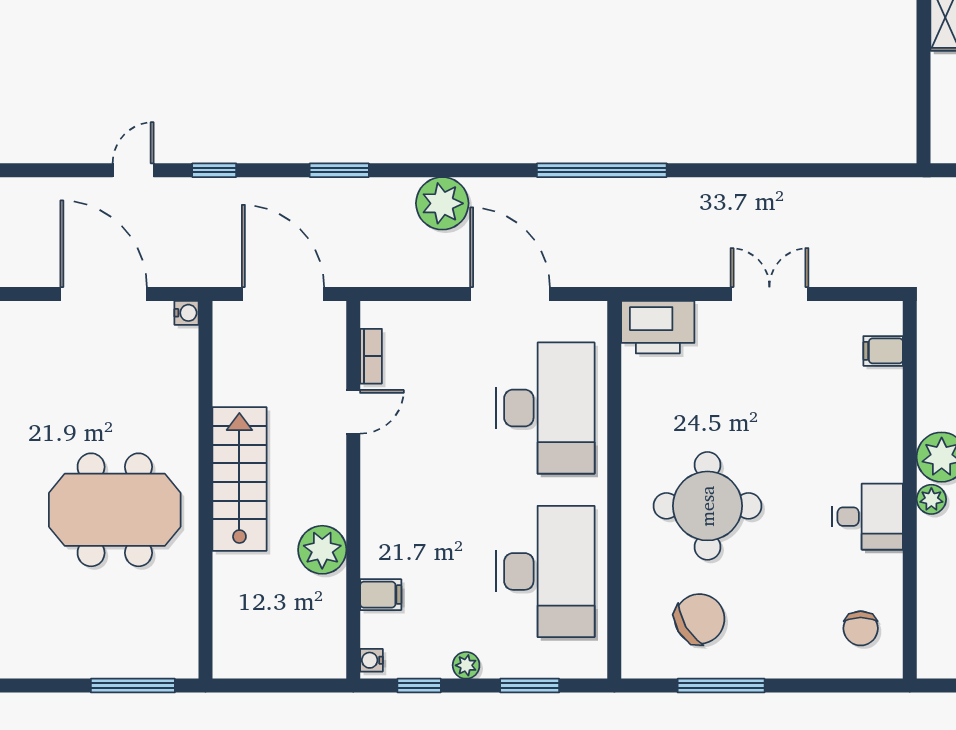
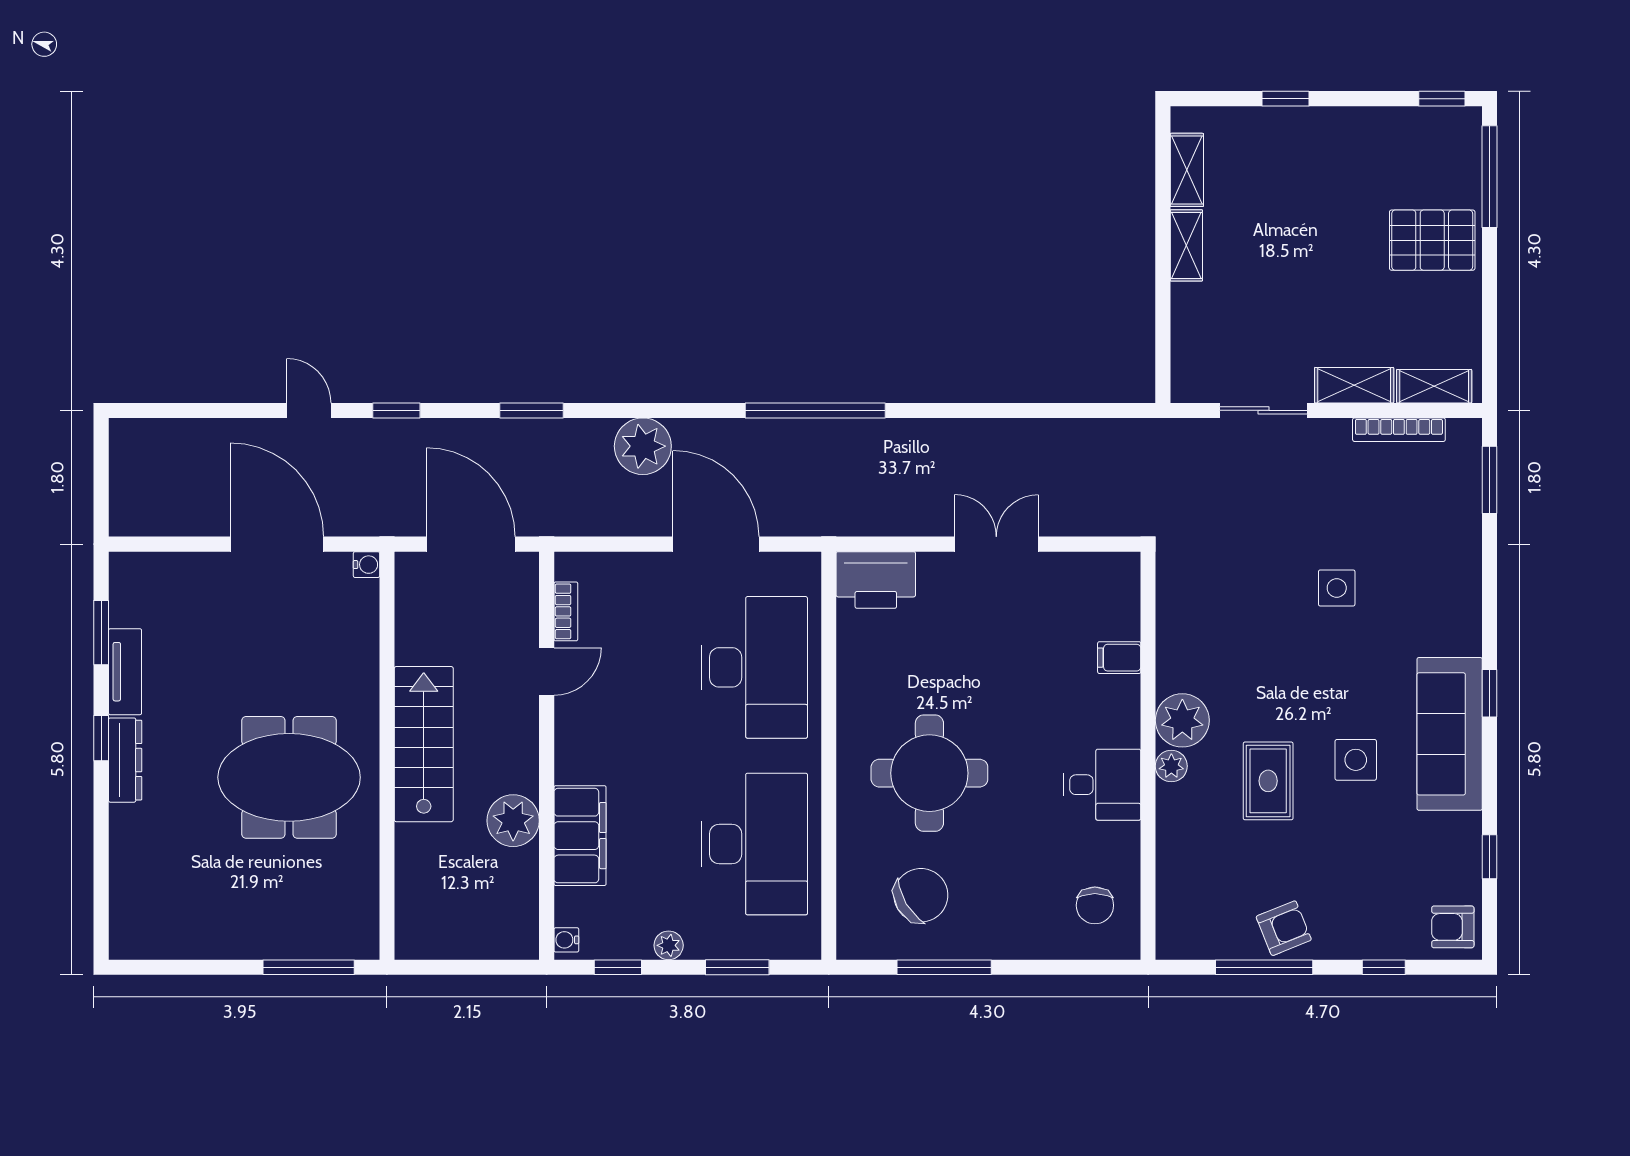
door: (133, 170) -> (309, 410), hinge flipped
filing cabinet: (883, 351) -> (1119, 658), moved
filing cabinet: (381, 595) -> (580, 836), width x3.00, depth x1.17

